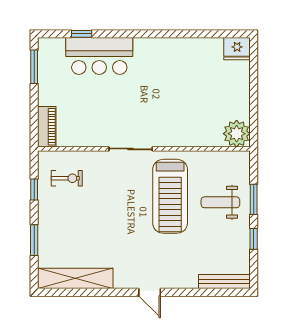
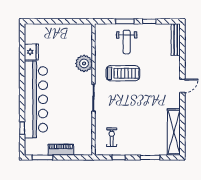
fridge: (237, 49) -> (31, 52), moved
bar counter: (99, 56) -> (36, 99), width x1.86
piano: (47, 127) -> (61, 150), moved
plant: (237, 134) -> (84, 63), moved
treadmill: (170, 196) -> (123, 73), width x0.73, depth x0.73

